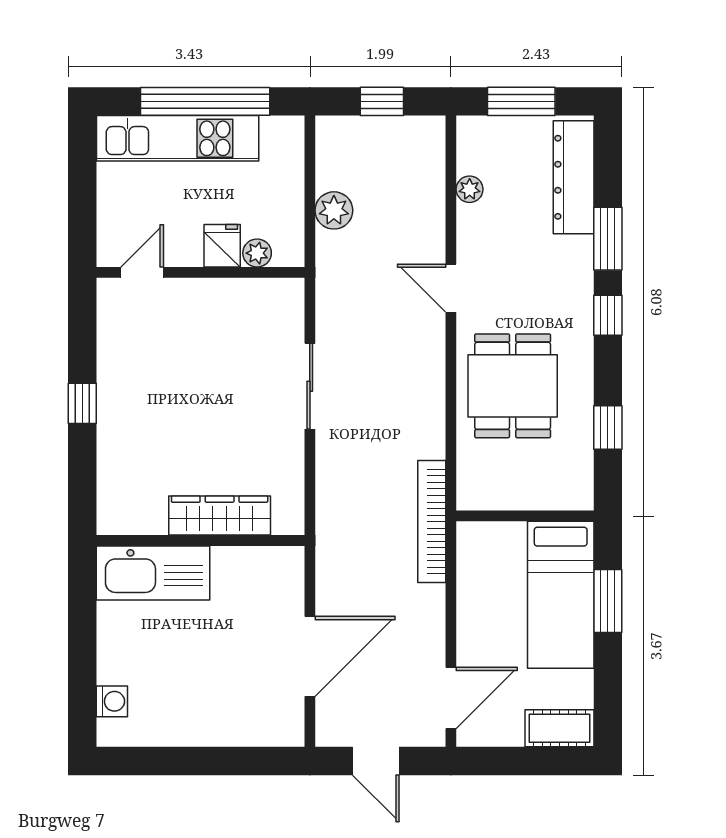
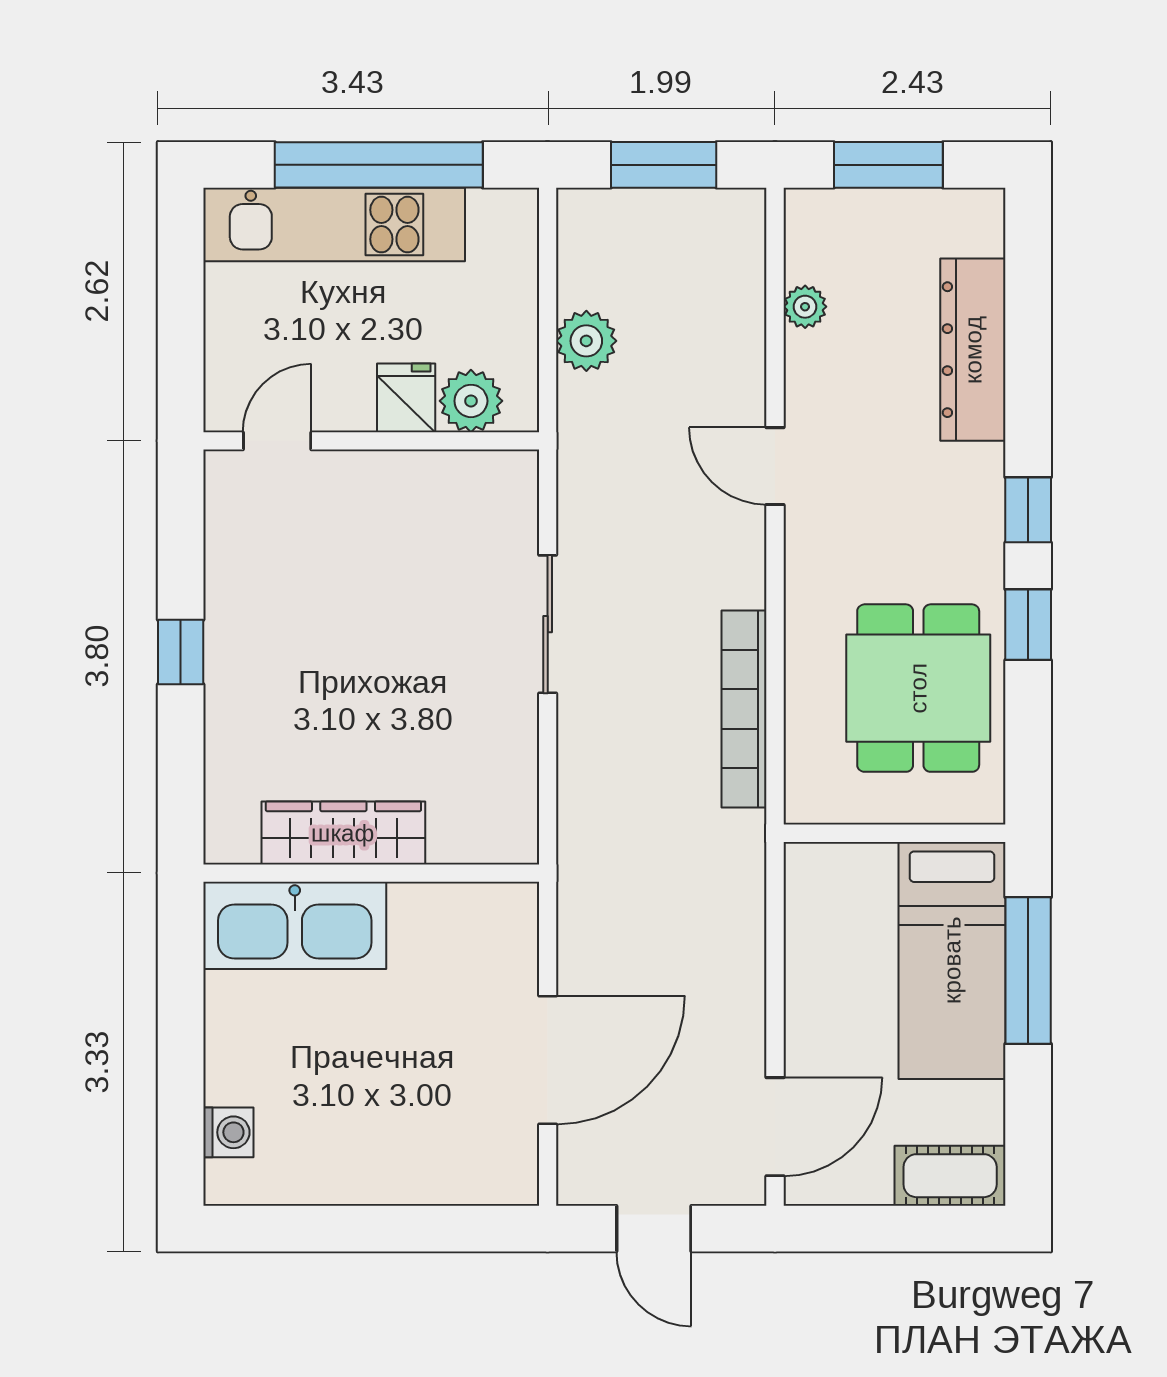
window: (382, 101) -> (664, 165), width x1.50
dresser: (574, 177) -> (973, 350), moved
window: (608, 239) -> (1028, 386), removed
plant: (257, 253) -> (471, 401), width x1.38, depth x1.38
dining table: (513, 386) -> (918, 688), moved
window: (608, 428) -> (1028, 625), moved
wardrobe: (220, 516) -> (343, 833), moved
bookcase: (432, 522) -> (744, 709), moved
window: (608, 601) -> (1028, 971), width x1.44

